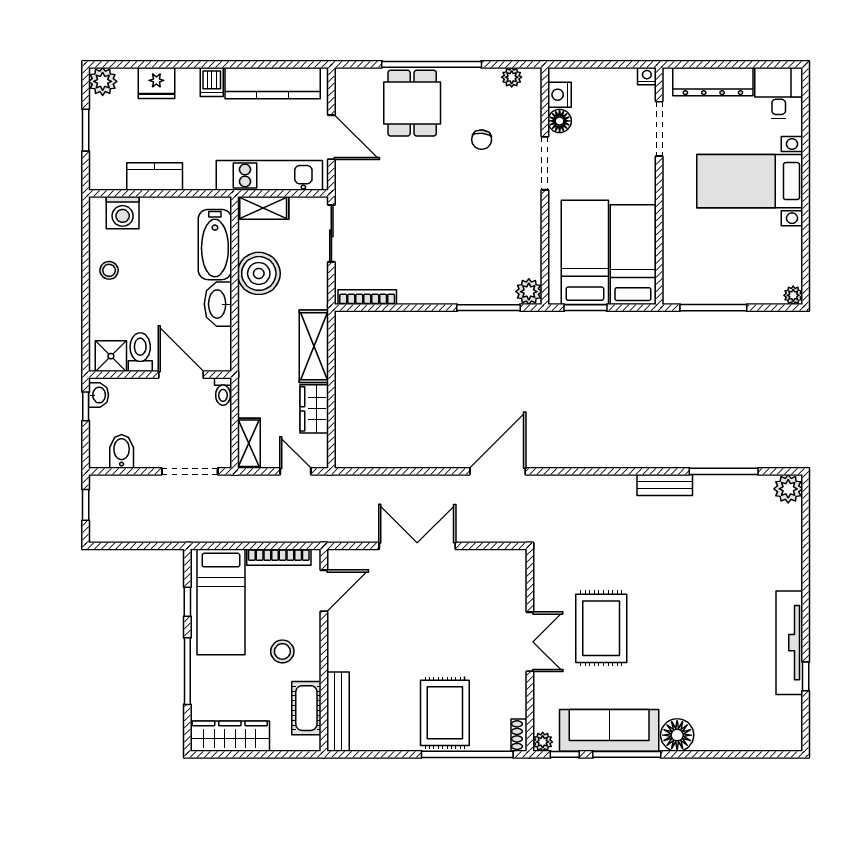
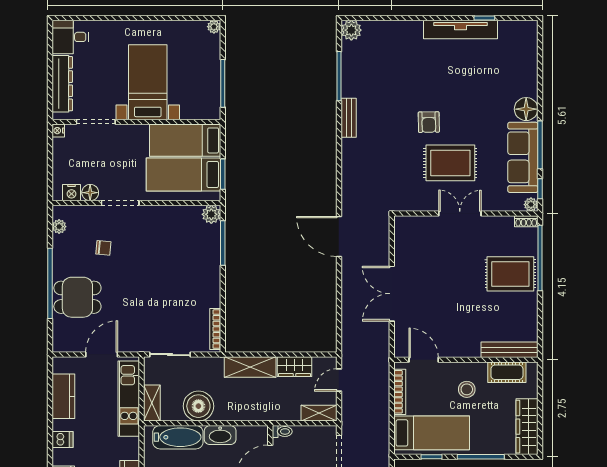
kitchen counter: (273, 83) -> (63, 396), width x0.67
bed with nightstands: (750, 181) -> (148, 82), moved, turned 180
armchair: (659, 598) -> (429, 122), added

